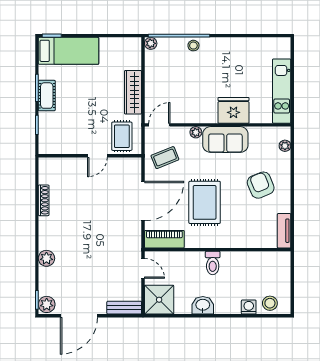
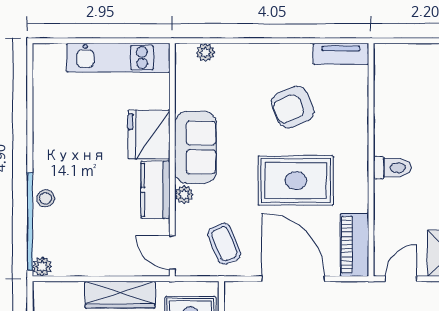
kitchen counter: (199, 114) -> (155, 190), added
armchair: (261, 185) -> (293, 107), moved

